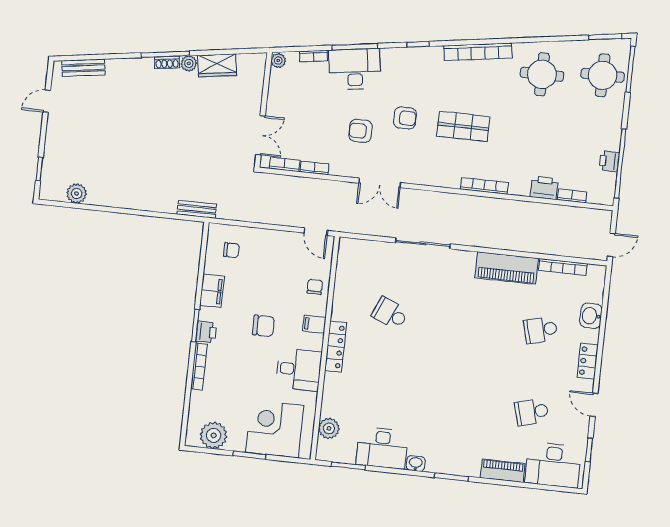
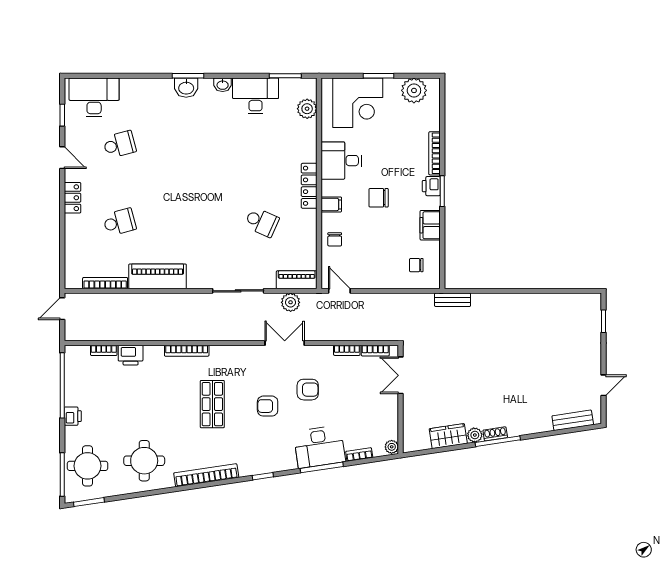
shop shelf: (463, 126) -> (212, 404), turned 90
printer: (609, 161) -> (73, 416), moved
plant: (77, 193) -> (291, 302), moved
washbasin: (591, 316) -> (186, 88), moved, turned 90
piano: (503, 471) -> (297, 280), moved, turned 180

